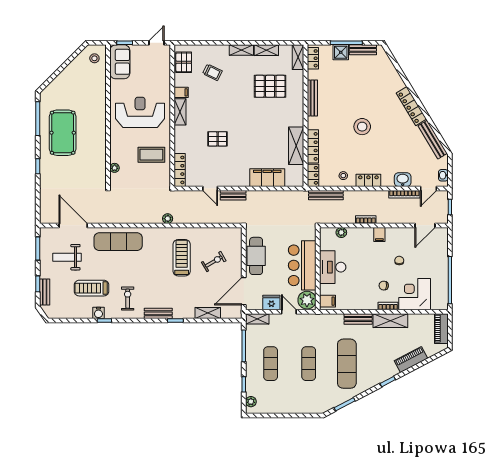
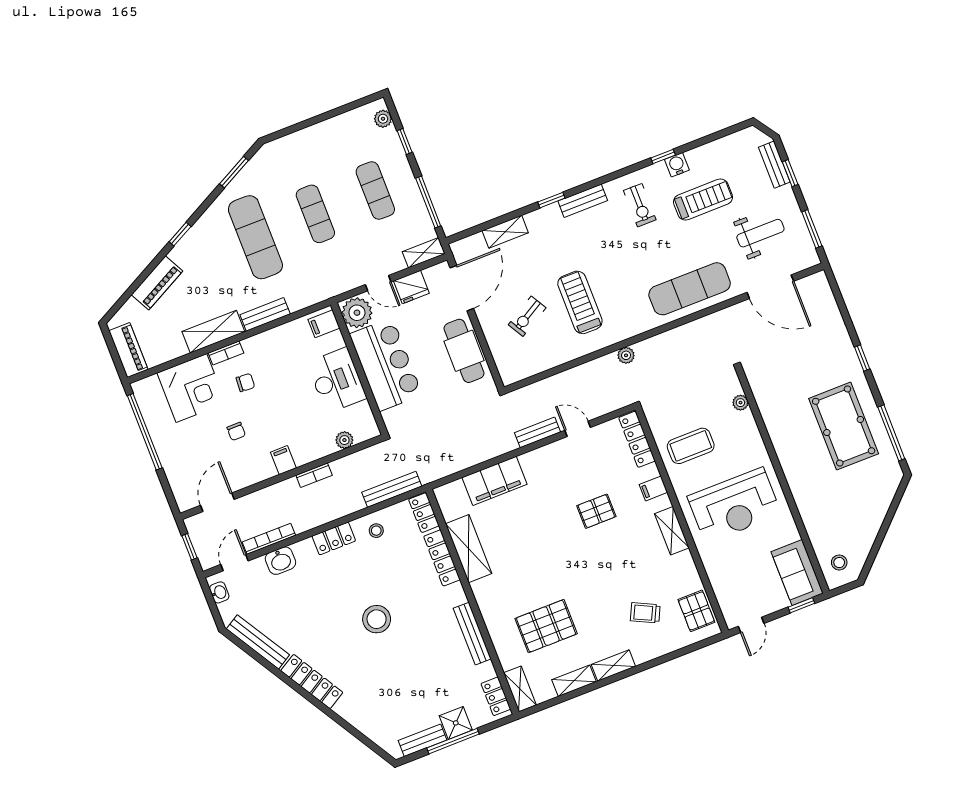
filing cabinet: (181, 92) -> (653, 488), moved
treadmill: (182, 258) -> (580, 302), turned 180

